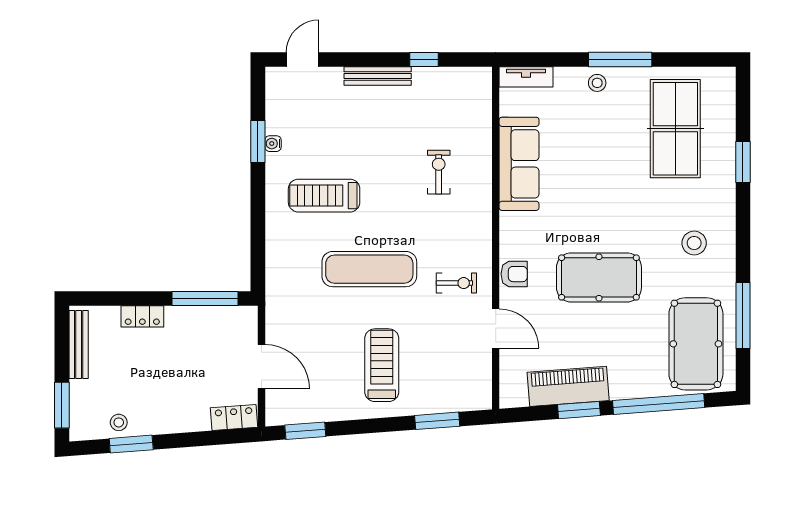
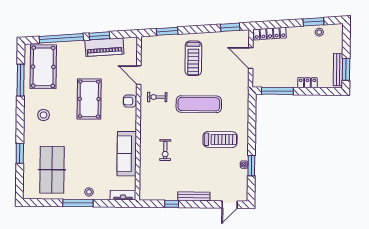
pool table: (599, 277) -> (89, 99), turned 90
window: (62, 405) -> (346, 69), moved
locker: (234, 417) -> (270, 34), width x1.53

